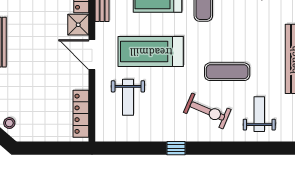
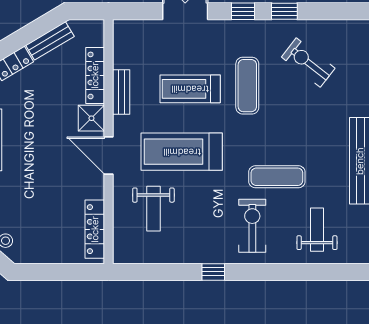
exercise bike: (207, 111) -> (252, 226), turned -113

